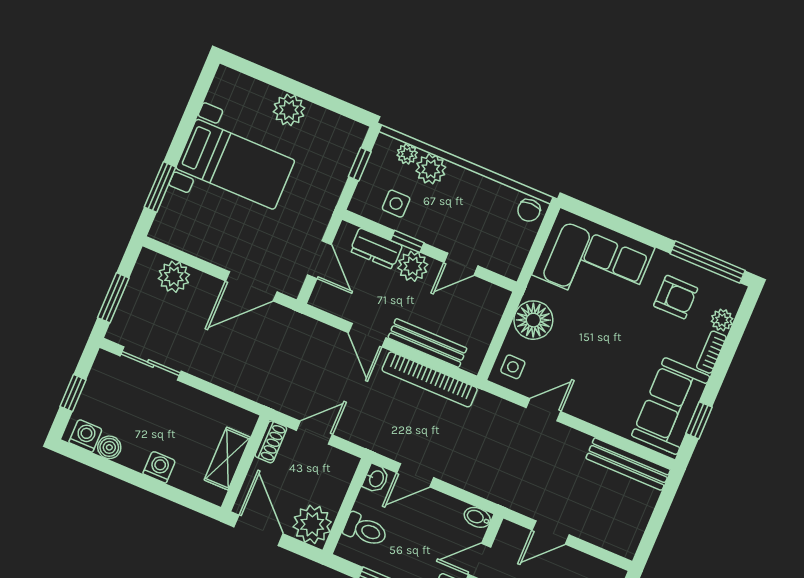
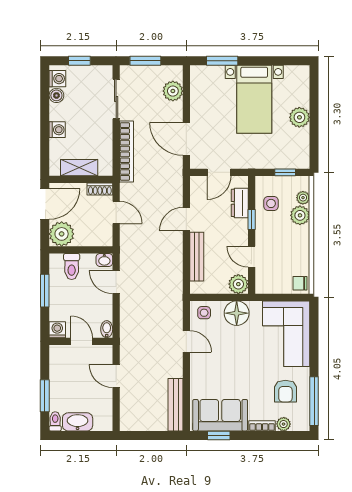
plant: (413, 266) -> (238, 284), moved
bookcase: (430, 379) -> (127, 151), moved, turned 180

